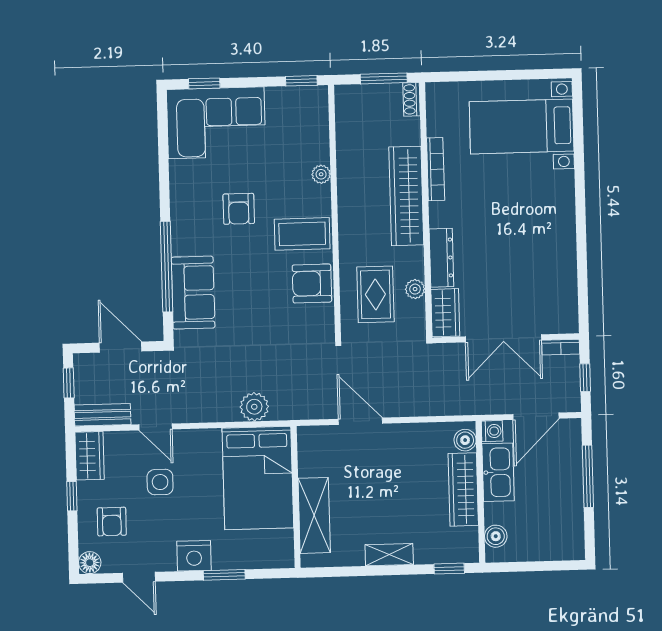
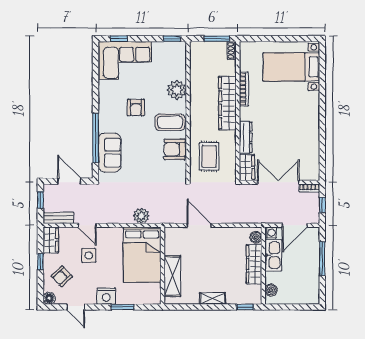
plant: (321, 174) -> (177, 90), width x1.88, depth x1.88
plant: (415, 289) -> (231, 154), removed
double door: (503, 338) -> (278, 182), swing flipped
armchair: (112, 522) -> (62, 276), turned 47

